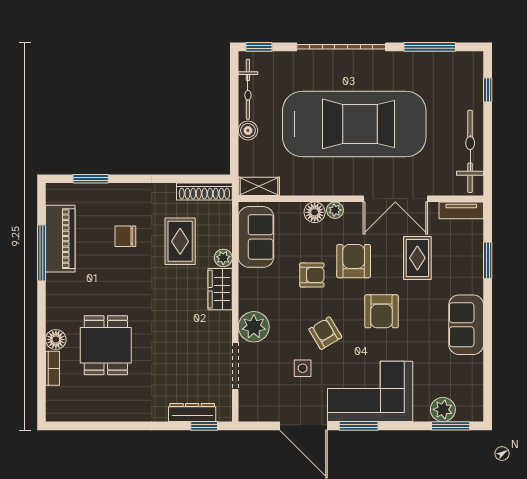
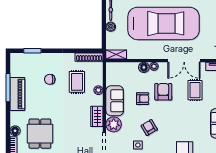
sofa: (256, 237) -> (115, 101), moved
piano: (60, 239) -> (17, 94), moved
wardrobe: (220, 289) -> (97, 116), moved
armchair: (382, 311) -> (177, 117), removed

